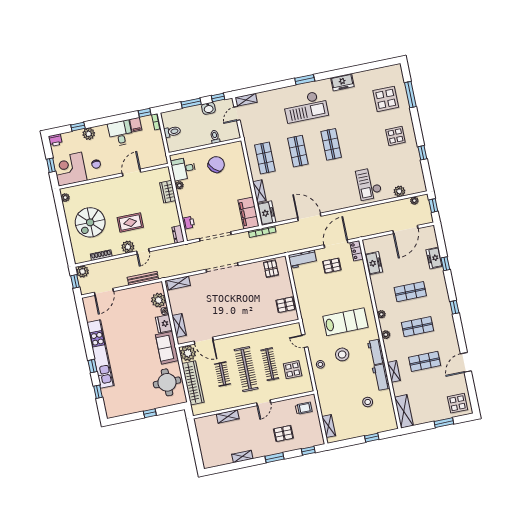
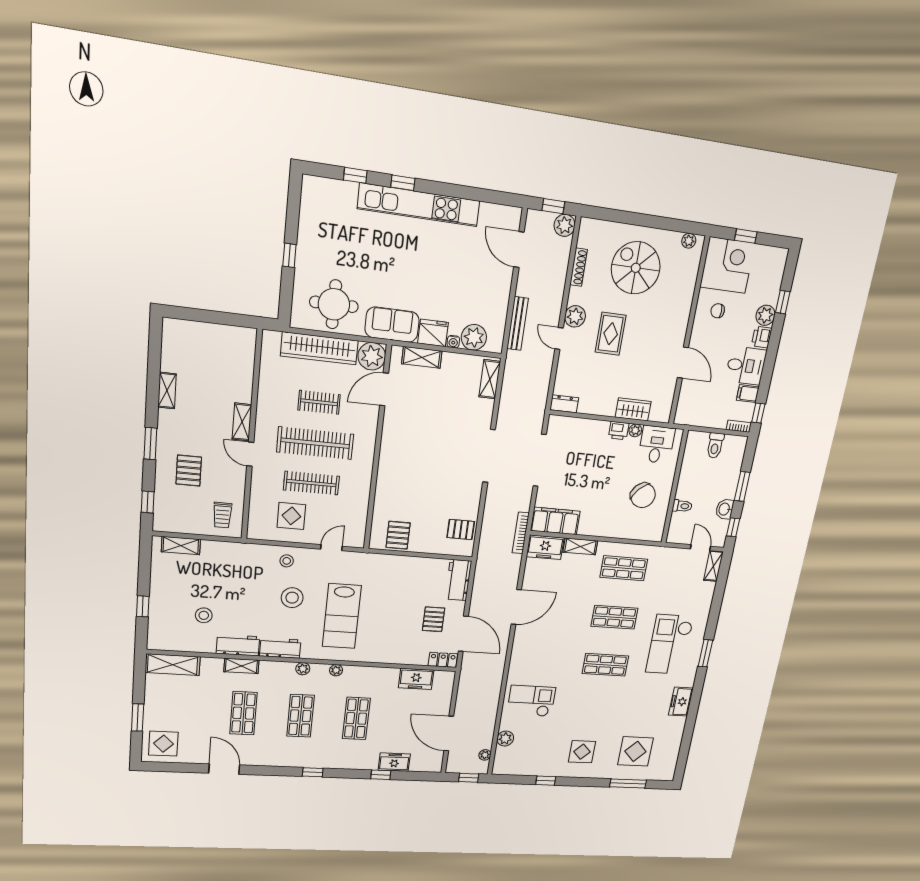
printer: (55, 140) -> (762, 337), moved
printer: (188, 223) -> (619, 431), moved
shelving: (228, 416) -> (242, 422), moved

